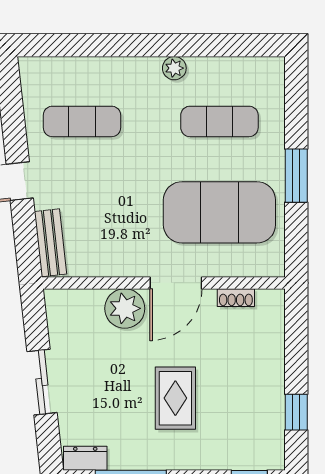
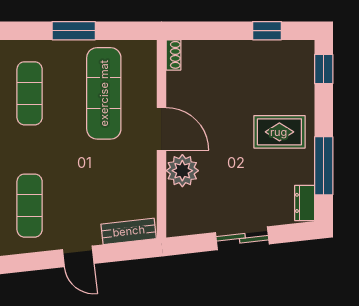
exercise mat: (219, 212) -> (104, 93), width x0.68
shoe rack: (236, 298) -> (173, 55), moved
rug: (175, 398) -> (279, 132), moved

